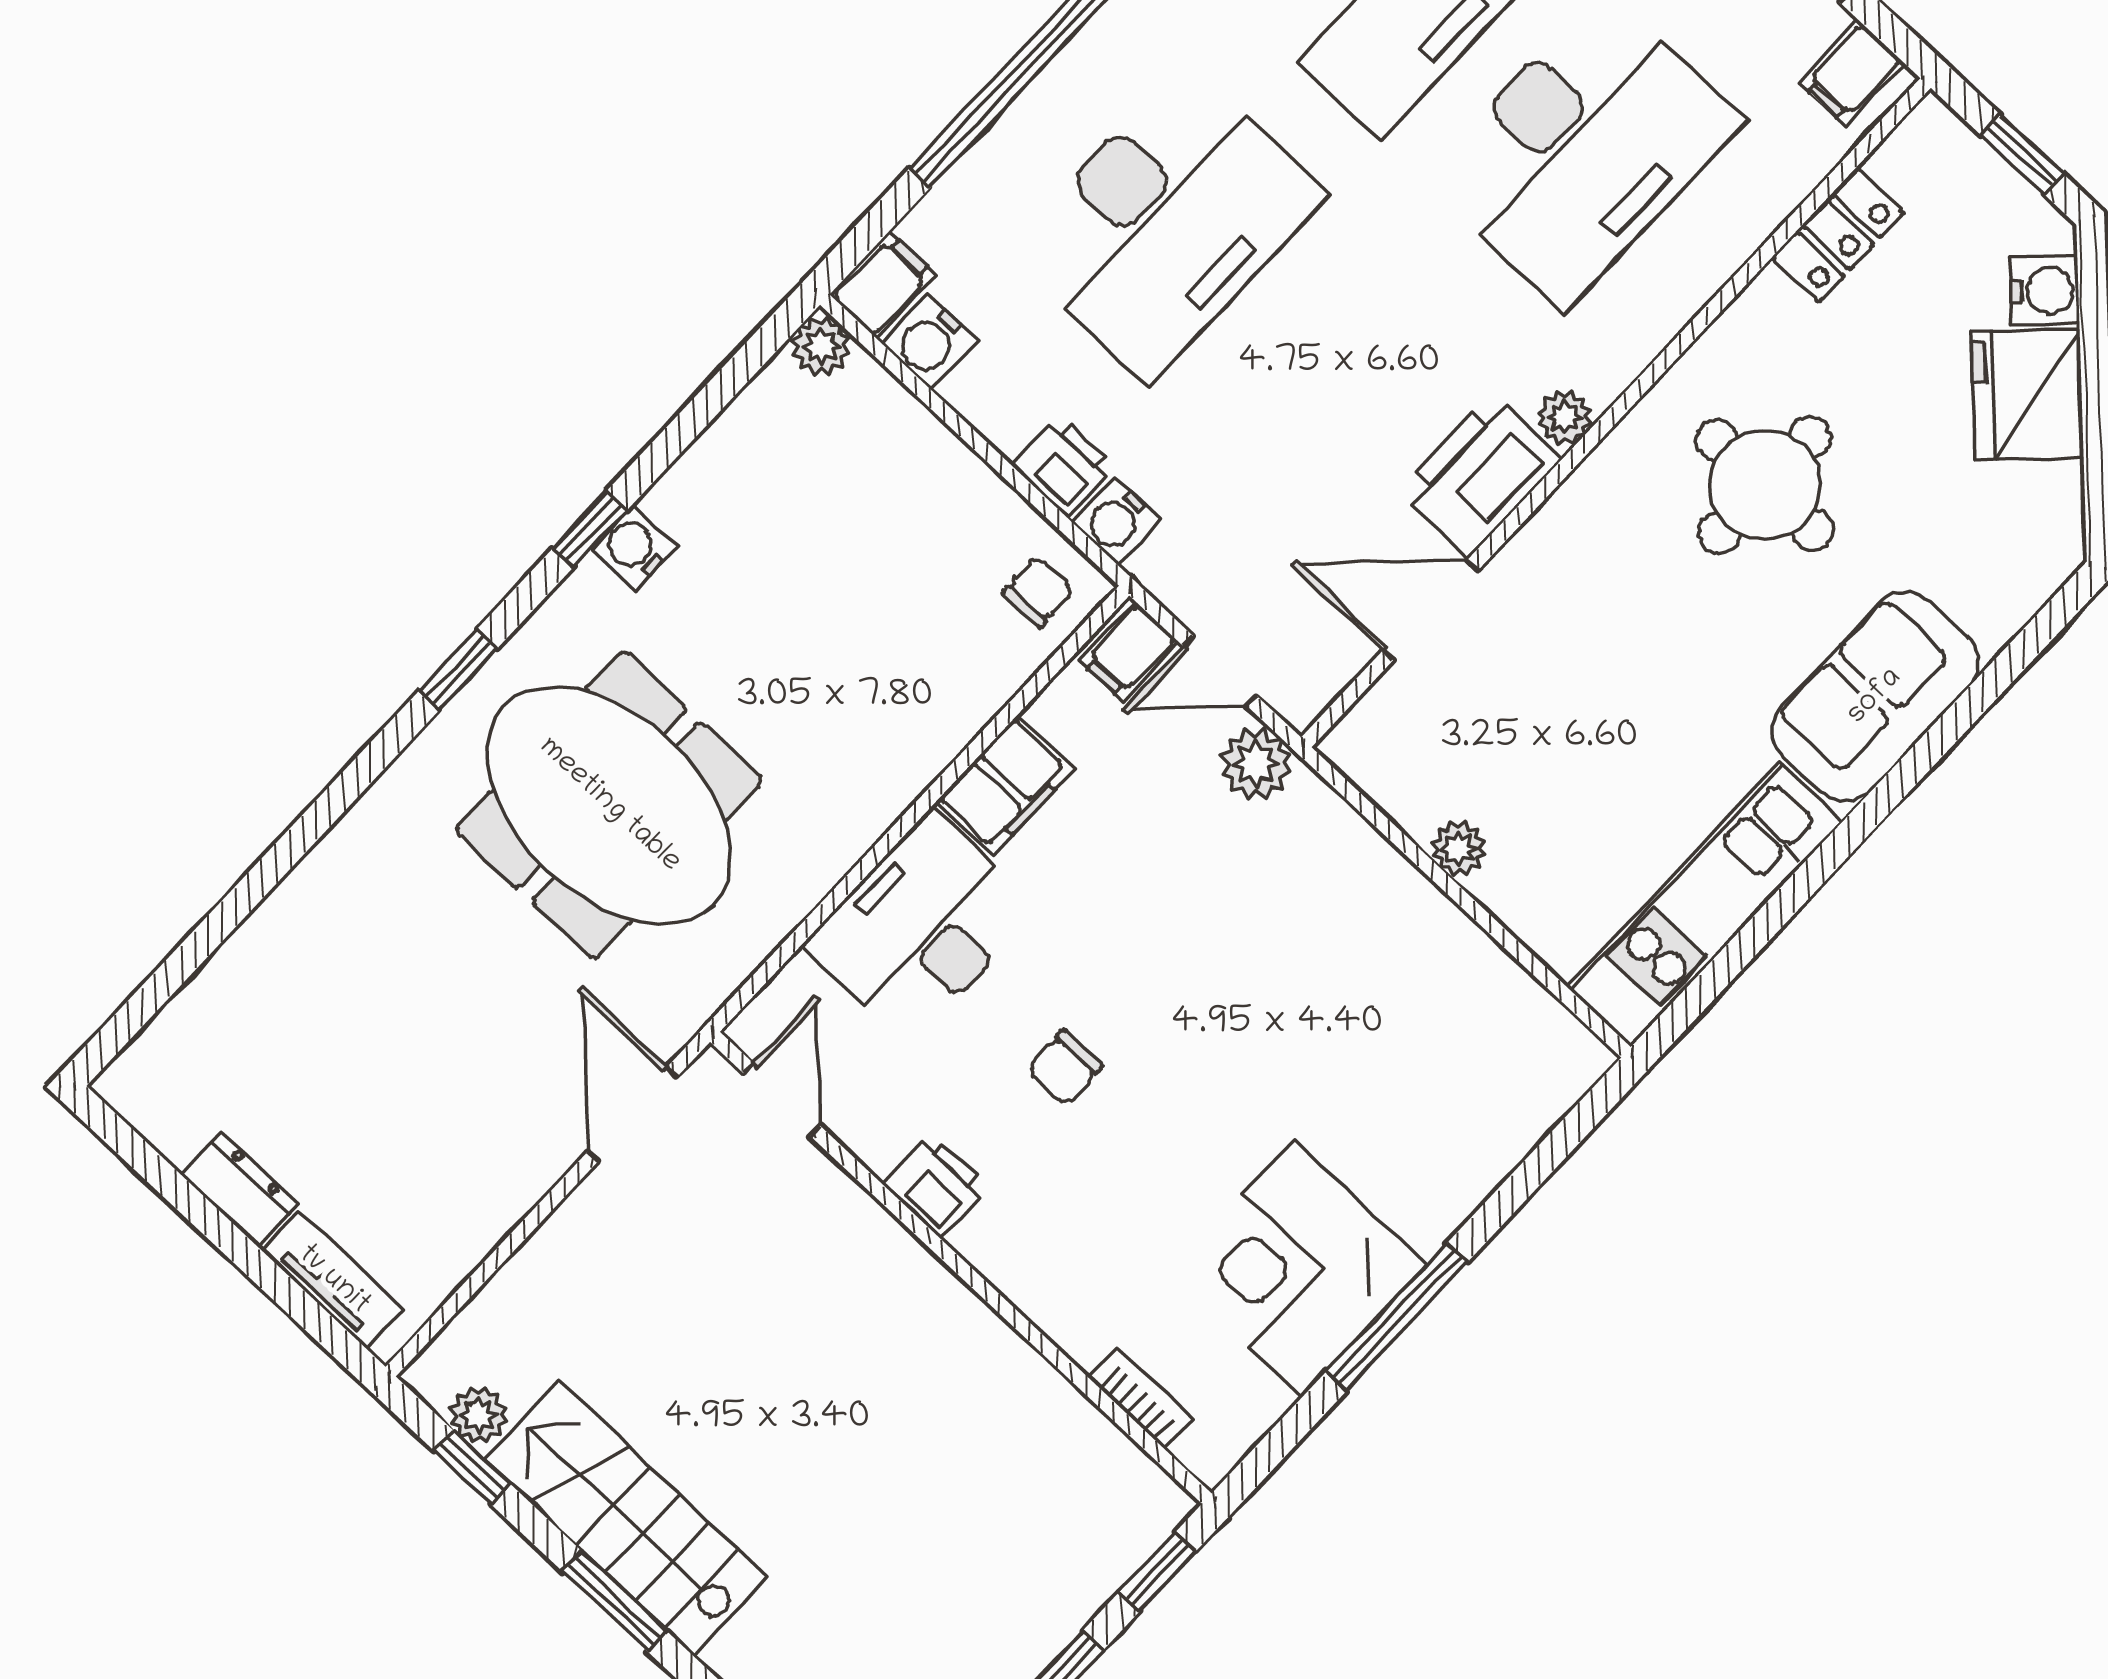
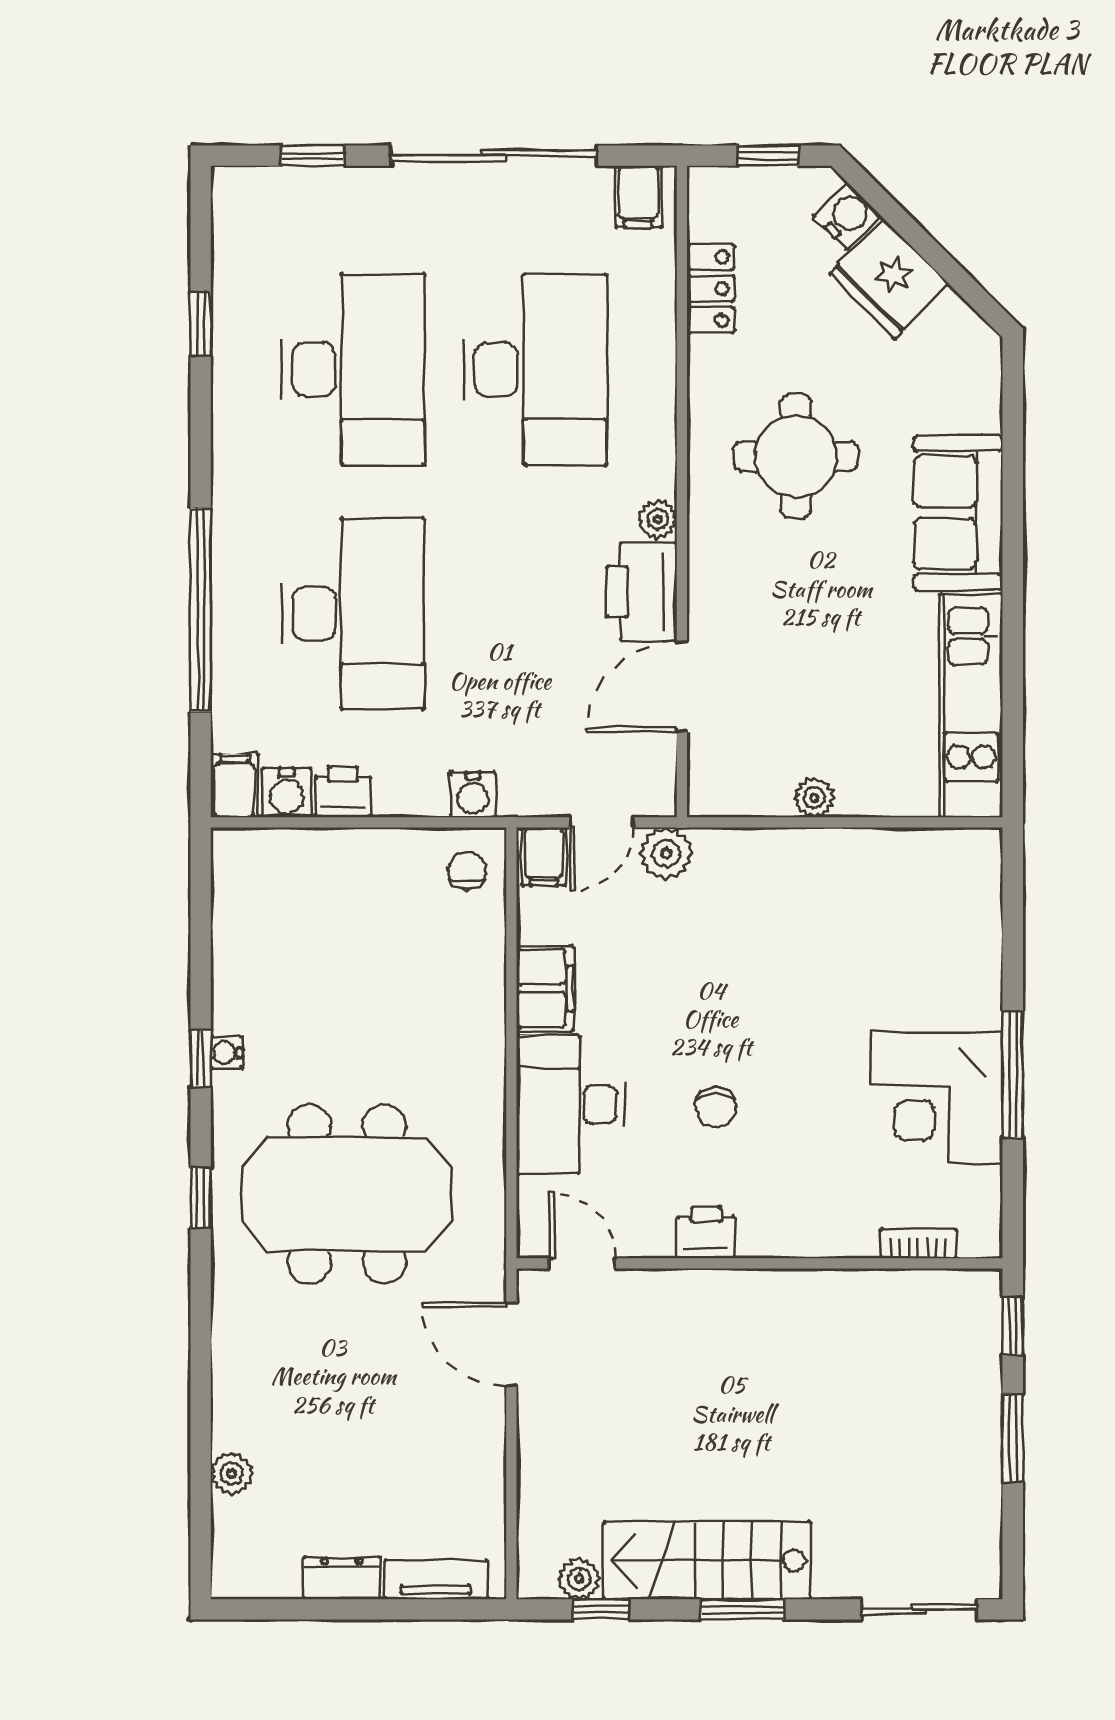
plant: (821, 346) -> (232, 1474), moved
printer: (1064, 466) -> (343, 792), moved
water cooler: (634, 548) -> (227, 1053), width x0.72, depth x0.72

